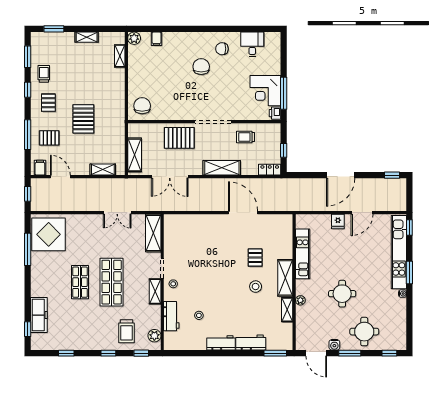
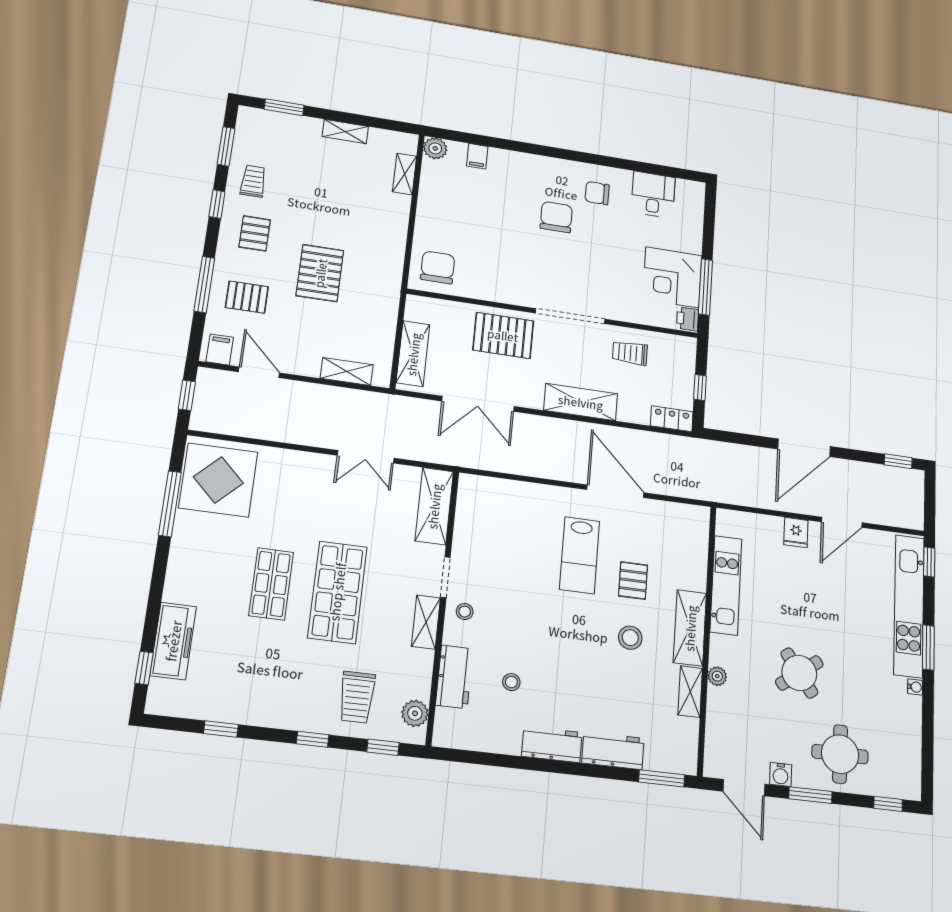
lab bench: (227, 248) -> (580, 555), added
round table: (342, 294) -> (799, 673), turned -36

